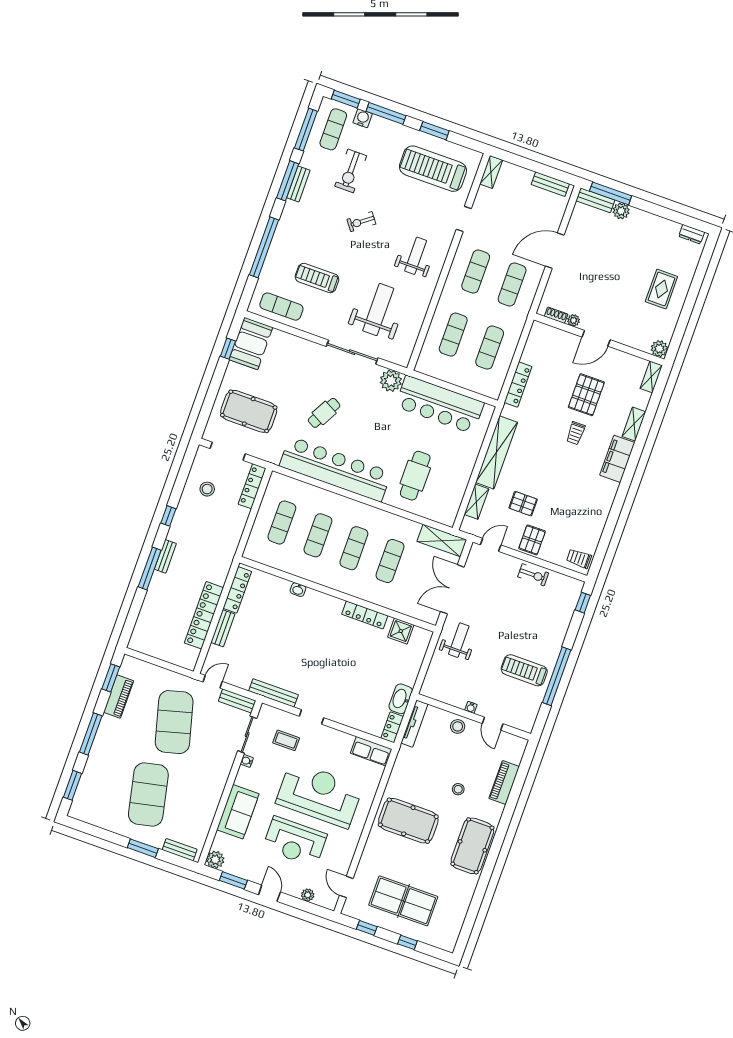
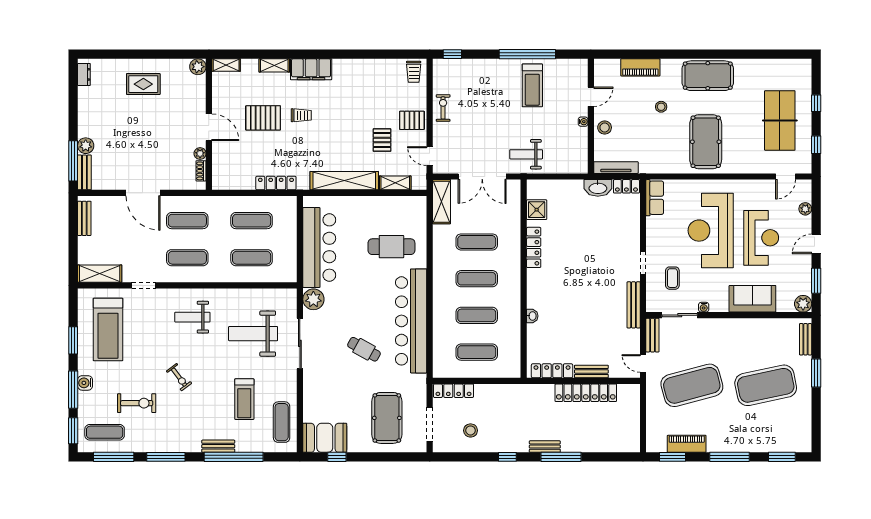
water cooler: (363, 118) -> (85, 383), moved
shelving: (491, 172) -> (100, 274), width x1.50, depth x1.33
bench: (298, 184) -> (218, 446), moved

